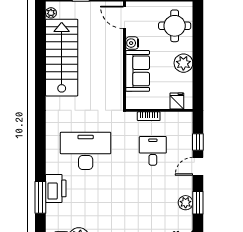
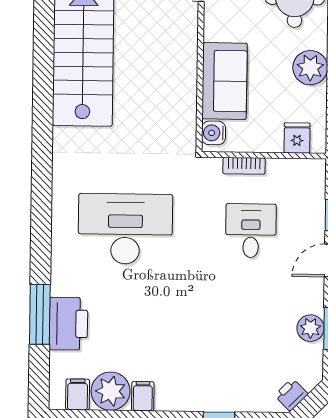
water cooler: (132, 43) -> (214, 133), moved
printer: (56, 188) -> (68, 324), moved

